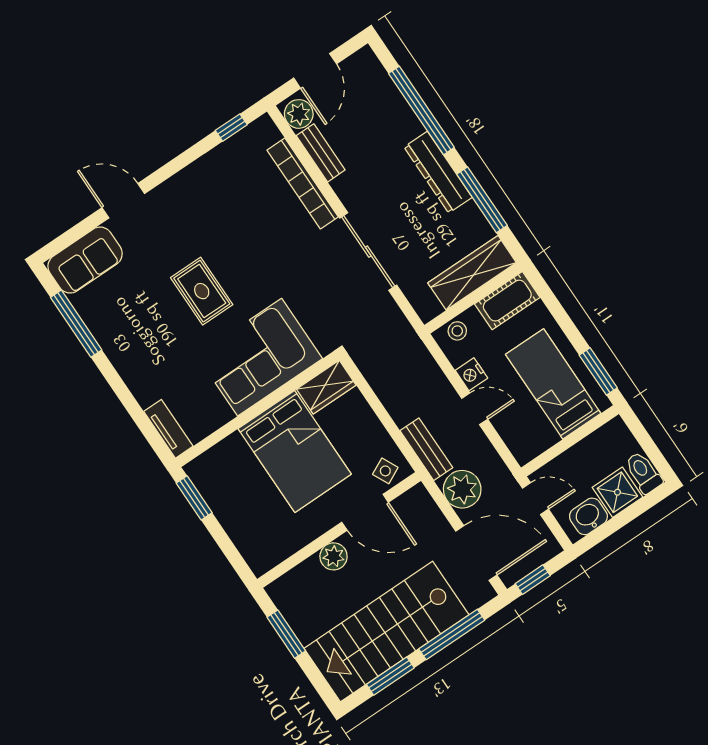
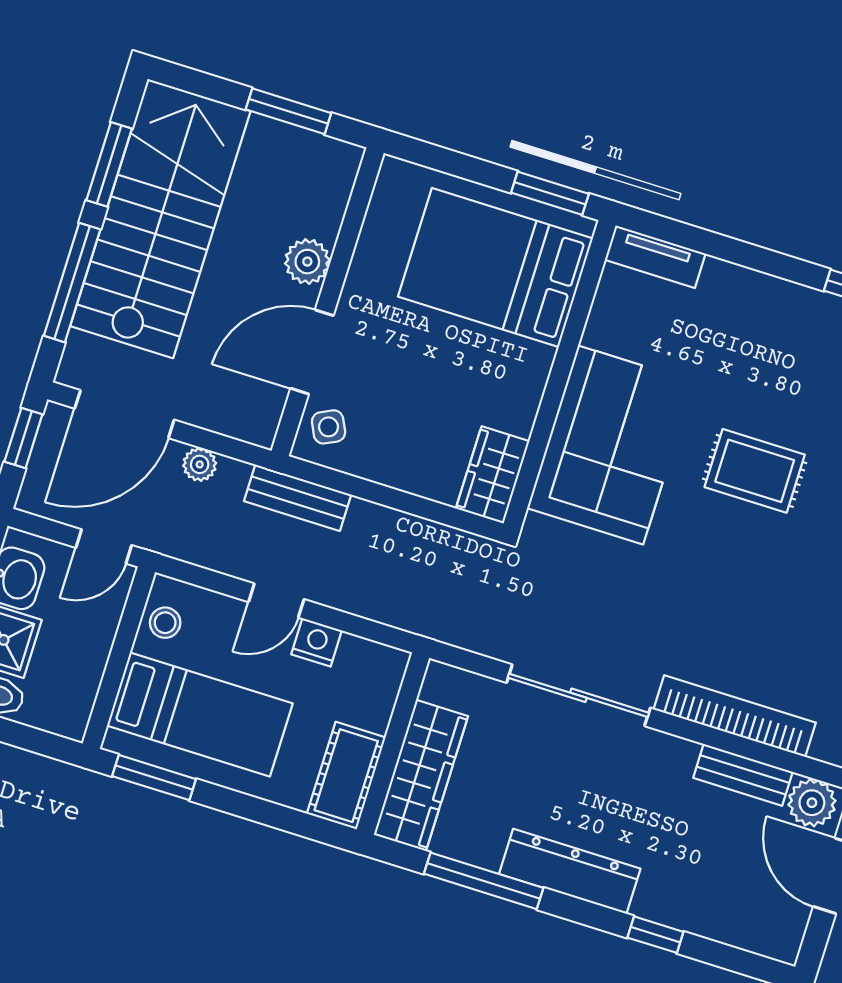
window: (421, 110) -> (655, 935), width x0.32
stool: (457, 331) -> (165, 623), moved
bed: (295, 451) -> (495, 267), moved
plant: (462, 489) -> (200, 464), width x0.53, depth x0.53

